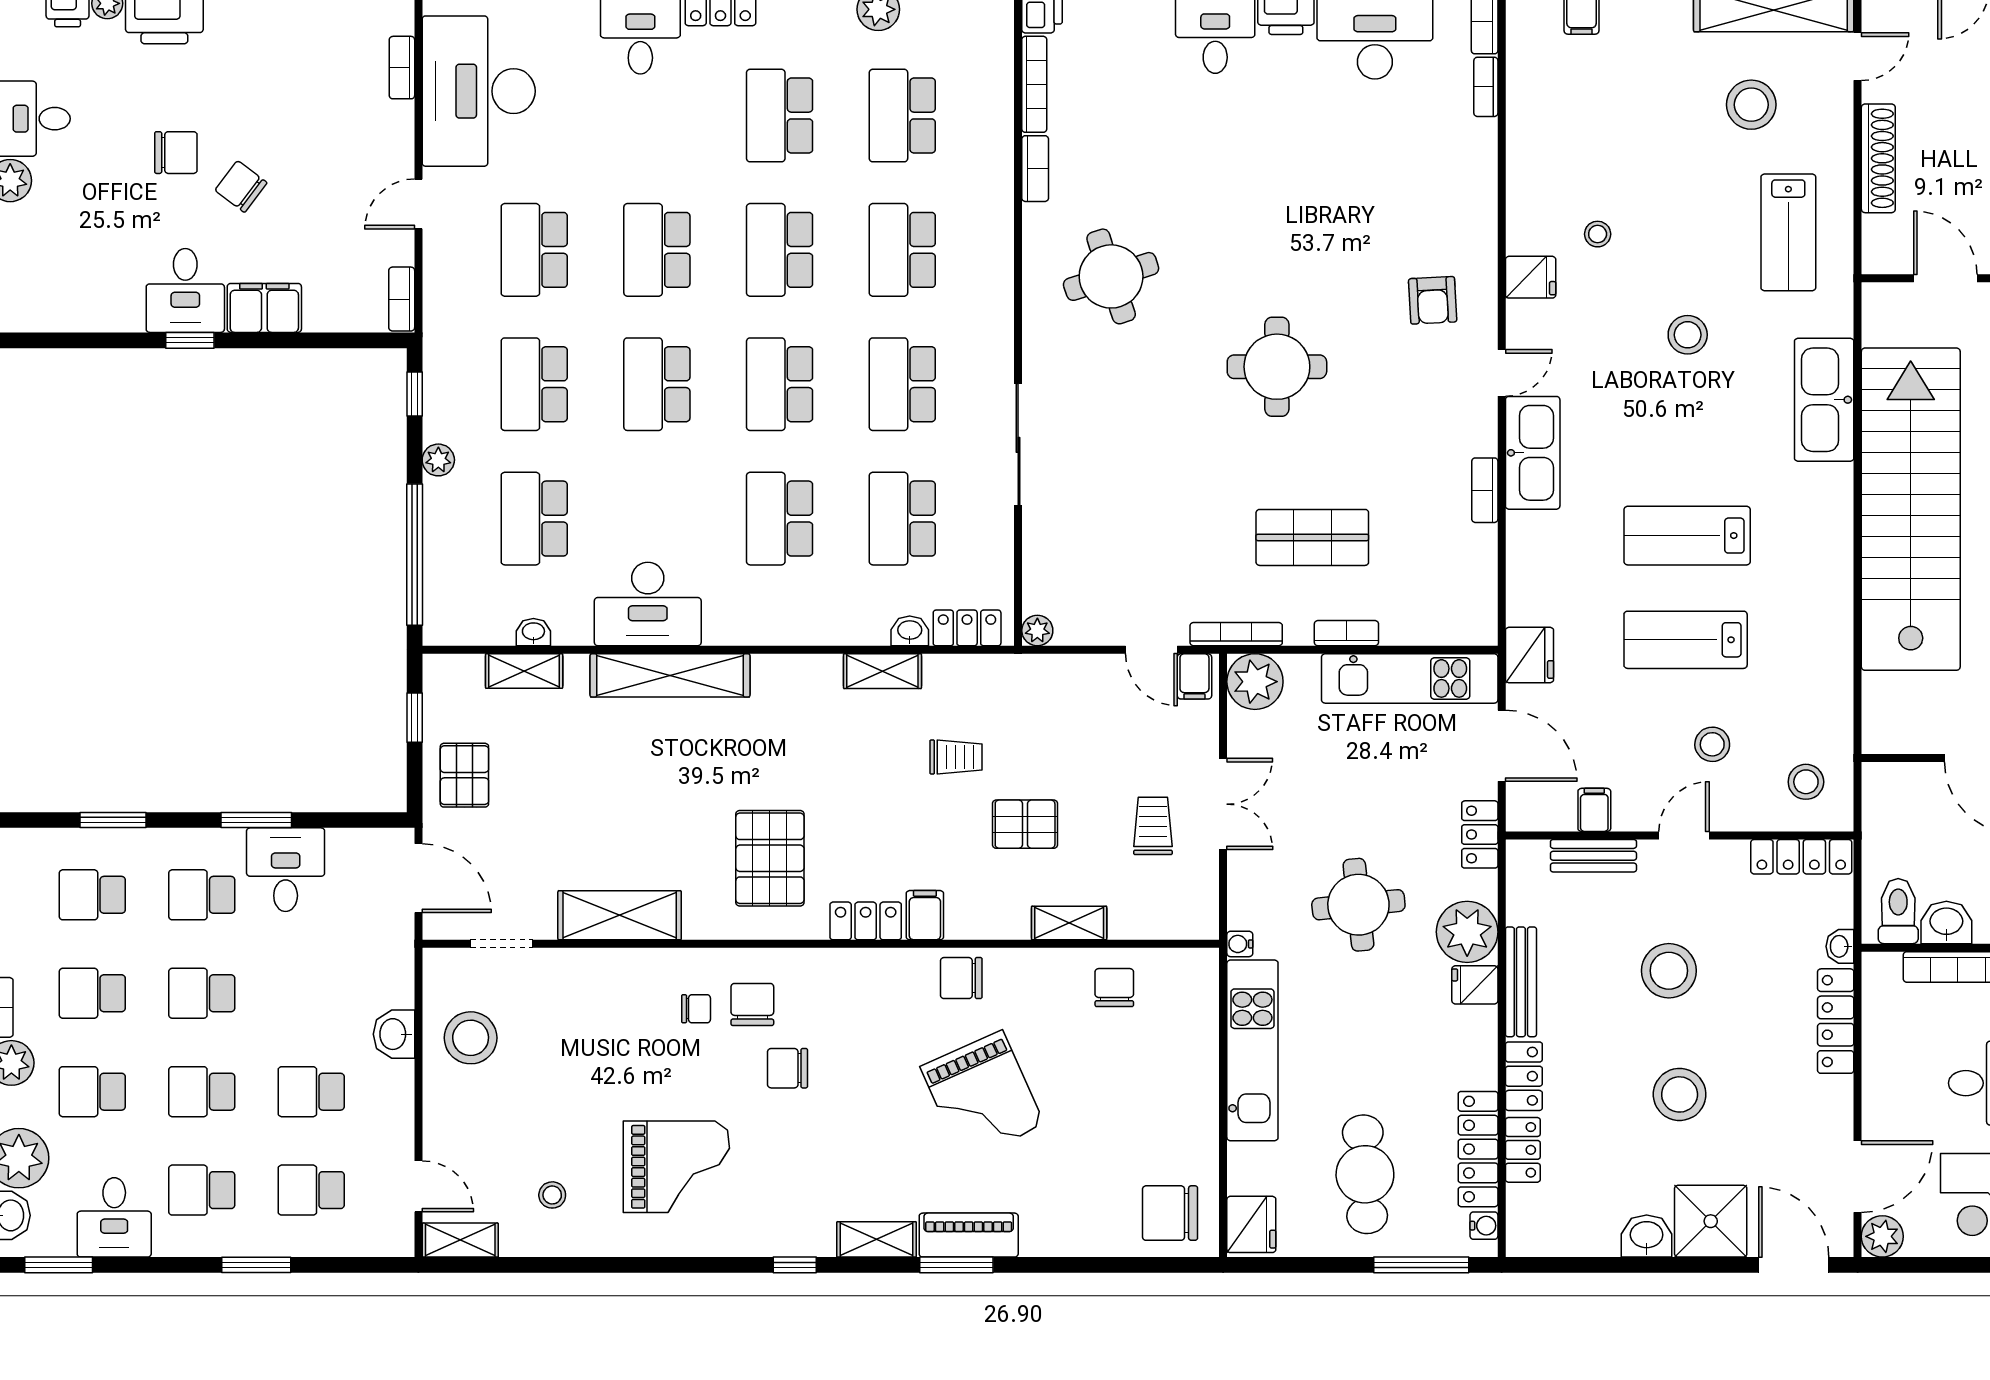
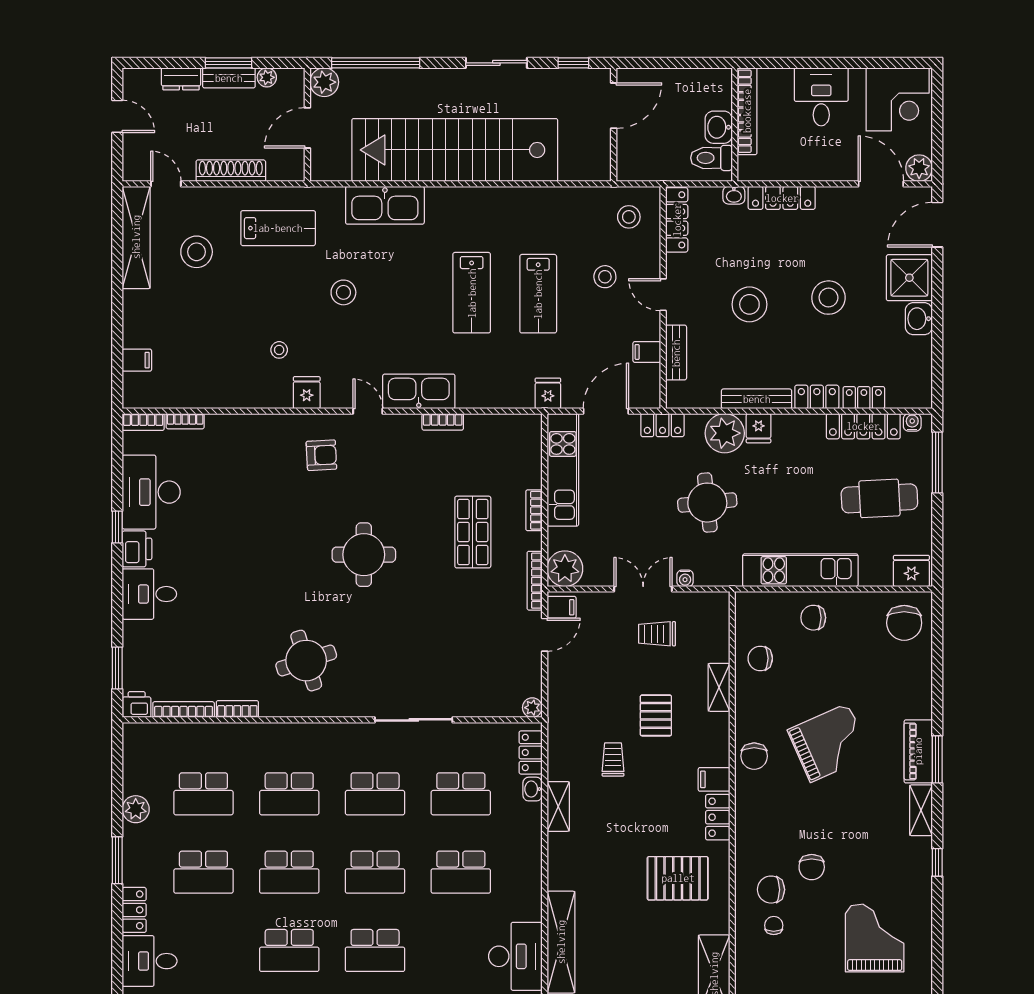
fridge: (1529, 655) -> (548, 393), width x0.72
water cooler: (1240, 944) -> (685, 578), moved
chair: (1178, 1071) -> (813, 618), added

